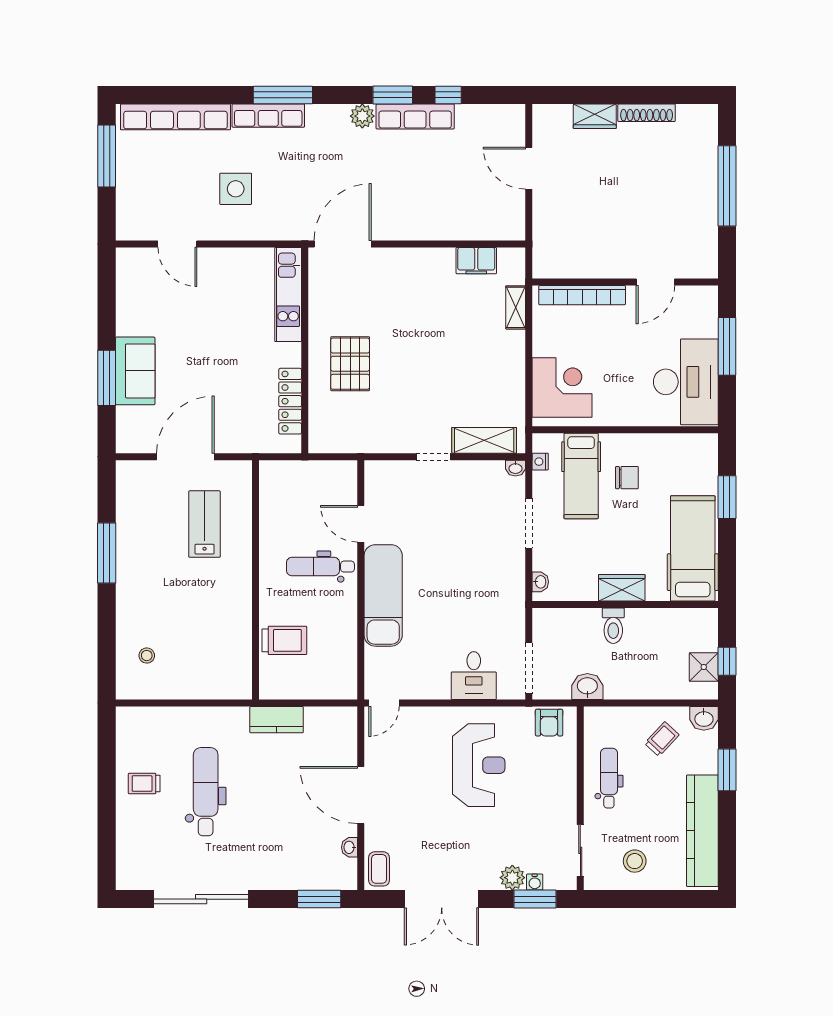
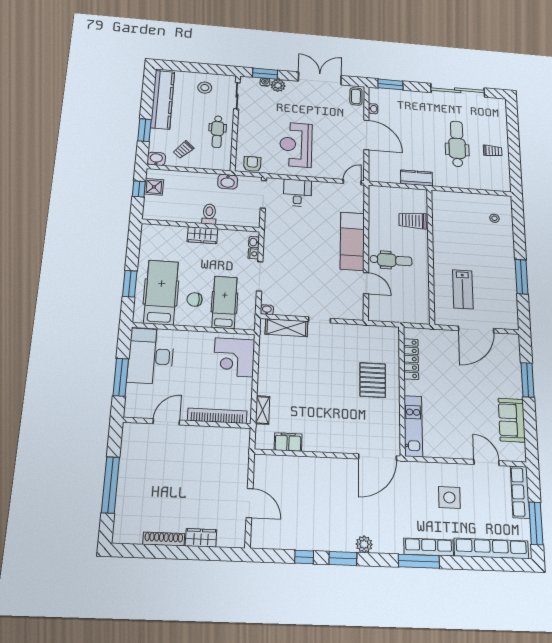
row of seats: (415, 117) -> (520, 492), moved, turned -90
sofa: (135, 371) -> (512, 420), moved
nightstand: (540, 462) -> (253, 254), moved
hospital bed: (693, 548) -> (161, 292), moved, turned 180
dental chair: (206, 792) -> (457, 144), turned 180

